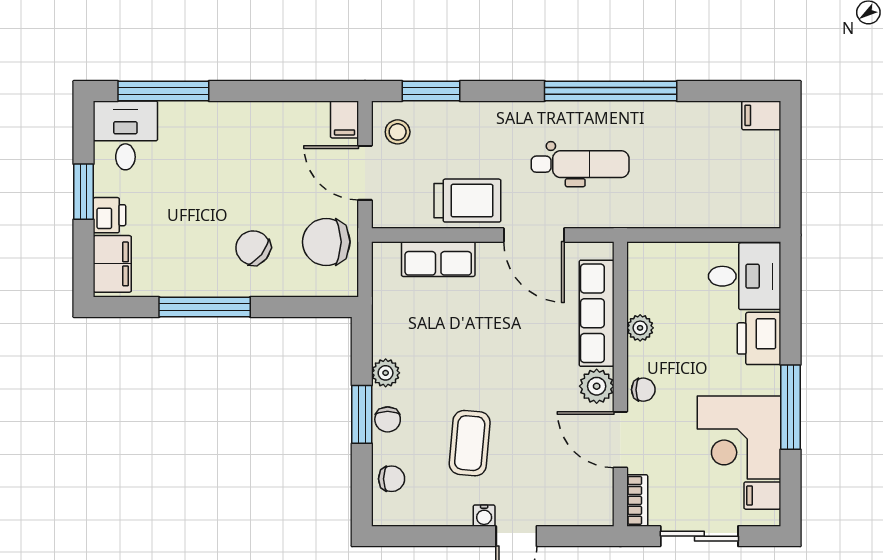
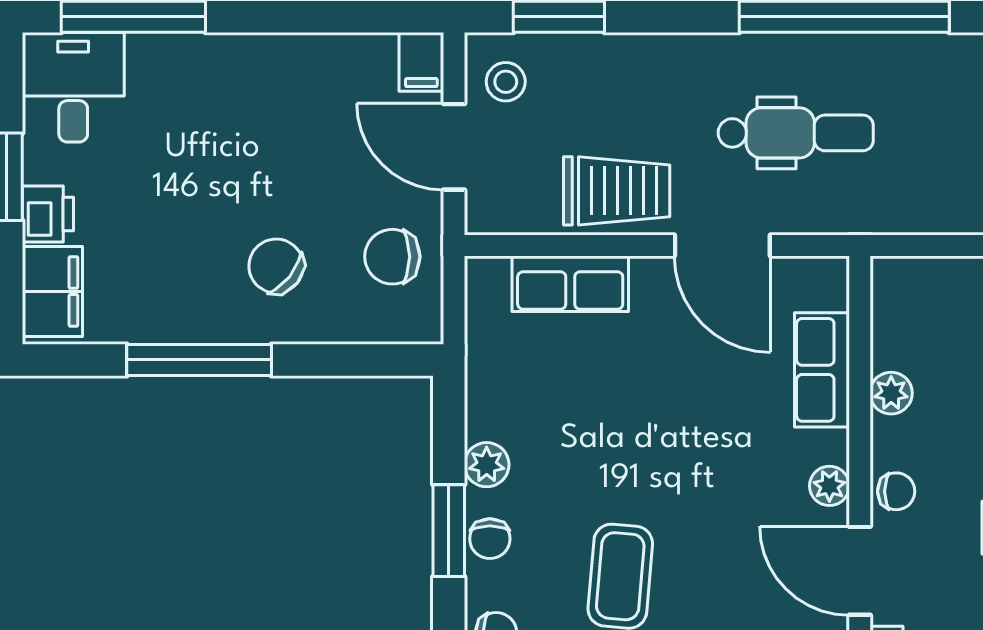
chair: (326, 242) -> (392, 257), width x0.73, depth x0.73
row of seats: (597, 313) -> (822, 370), width x0.68
plant: (597, 386) -> (829, 486), width x0.73, depth x0.73

